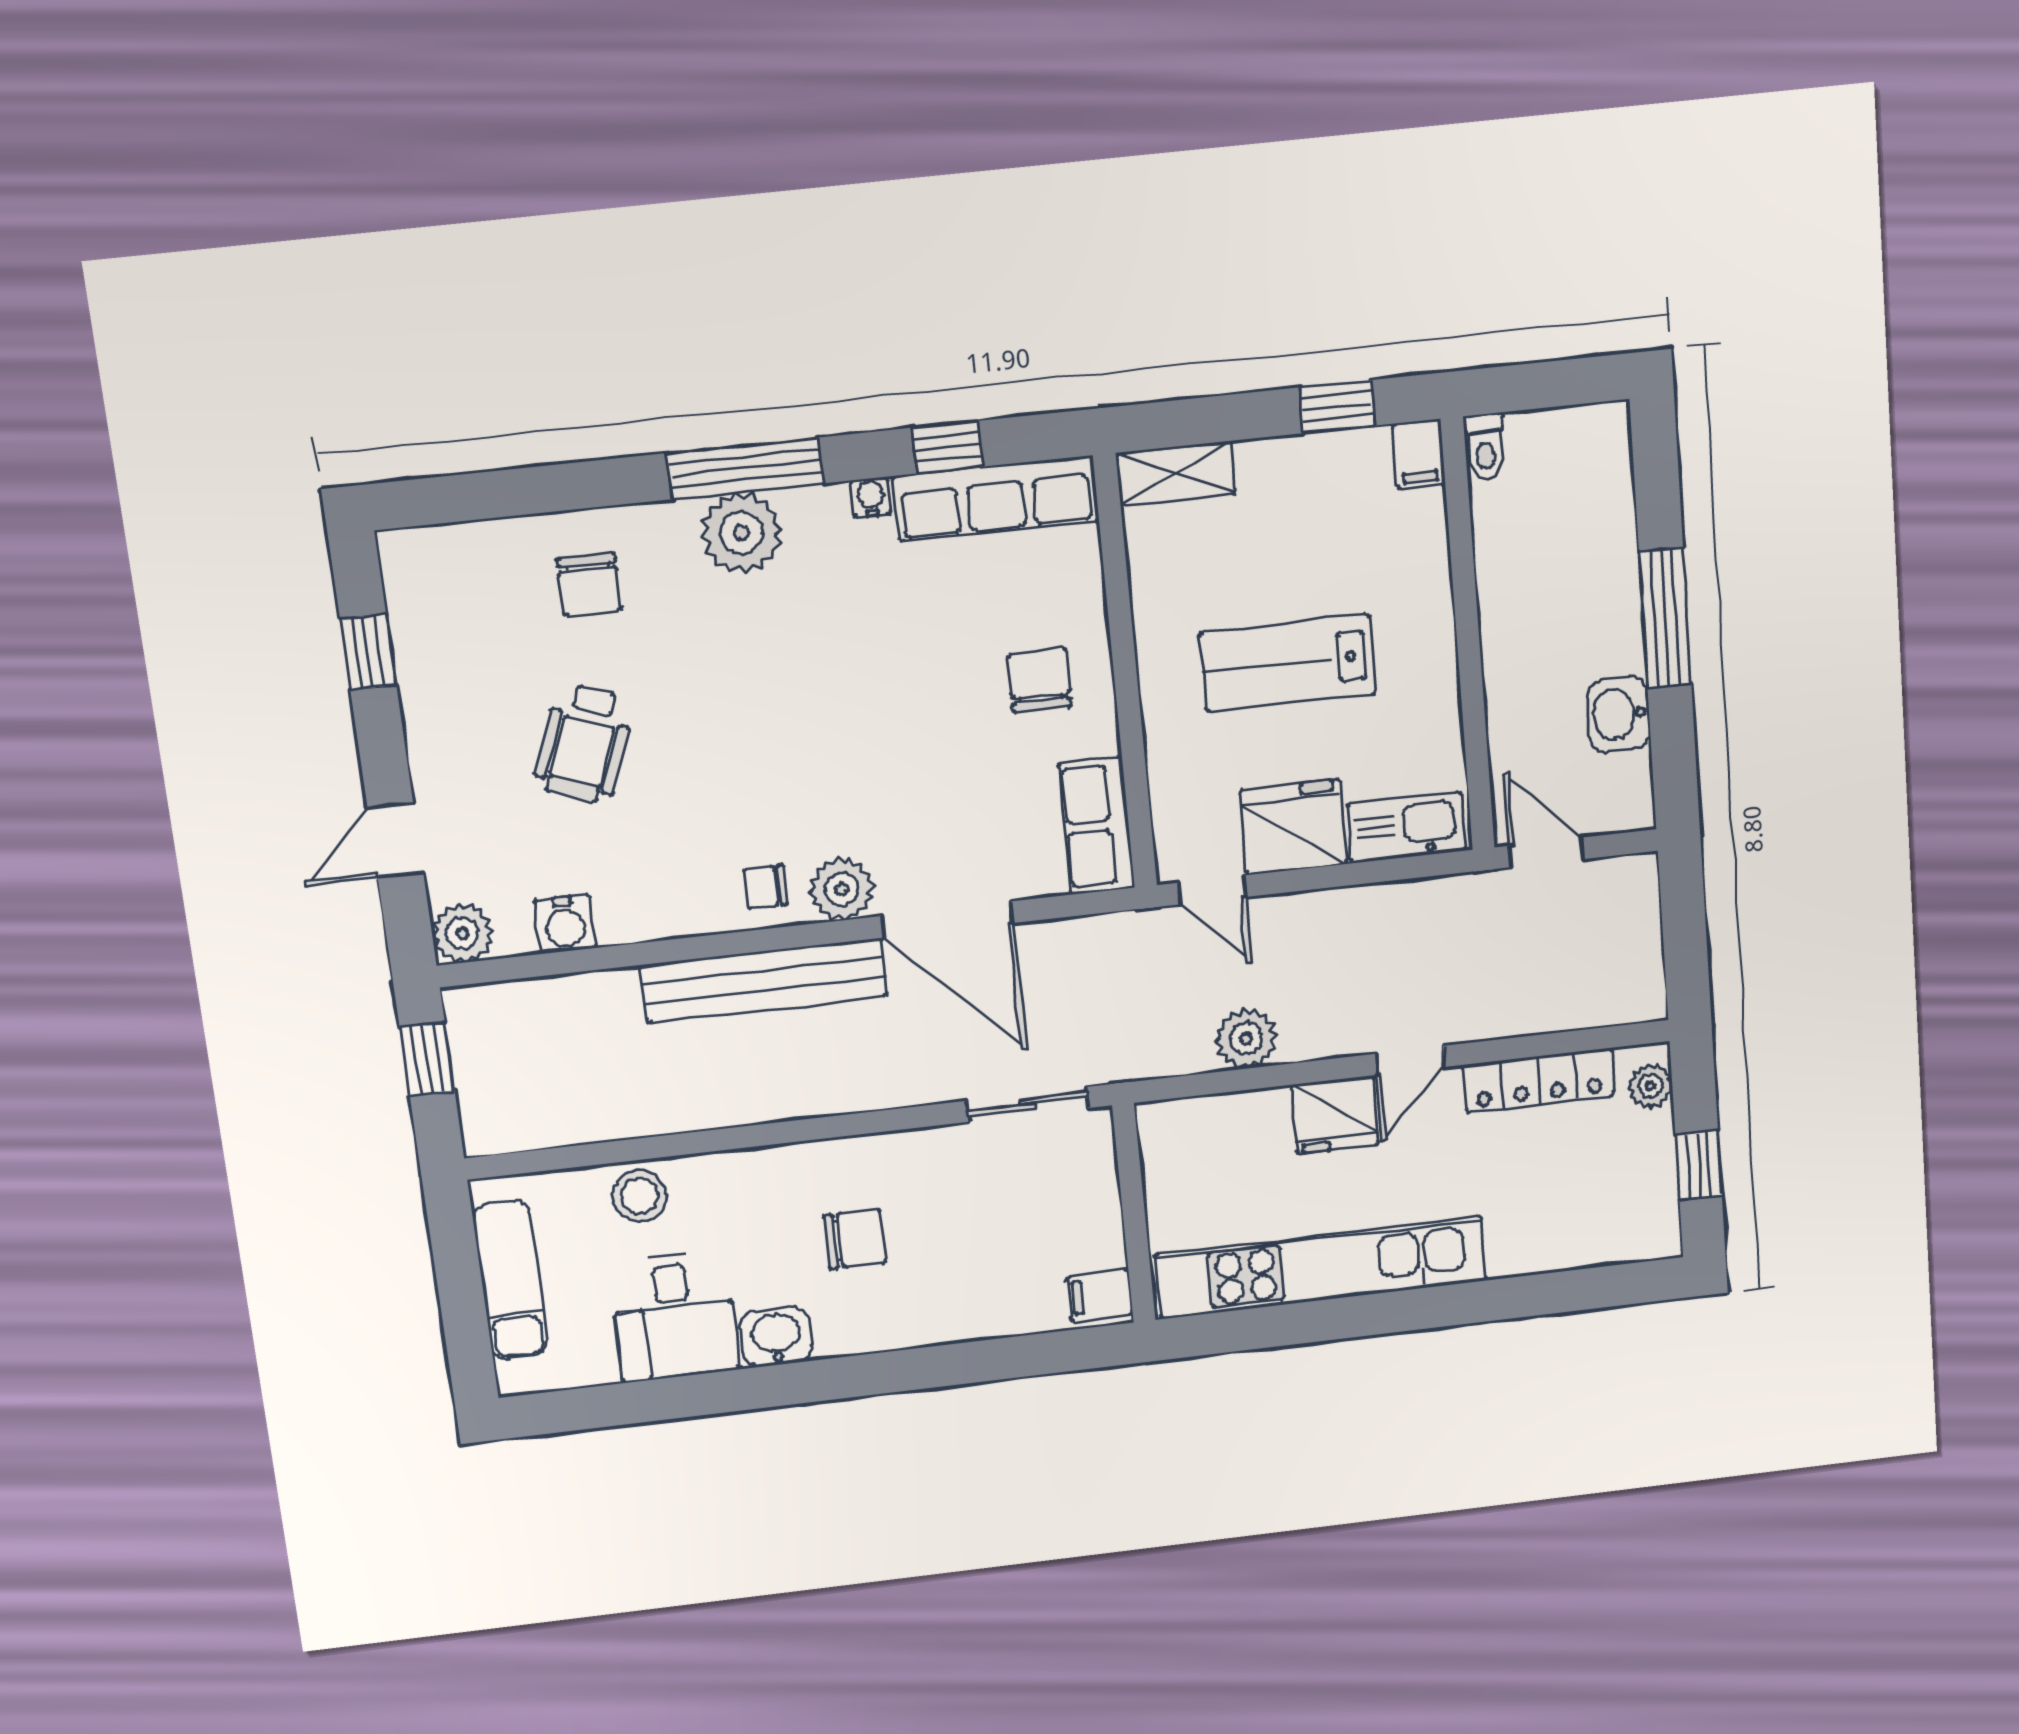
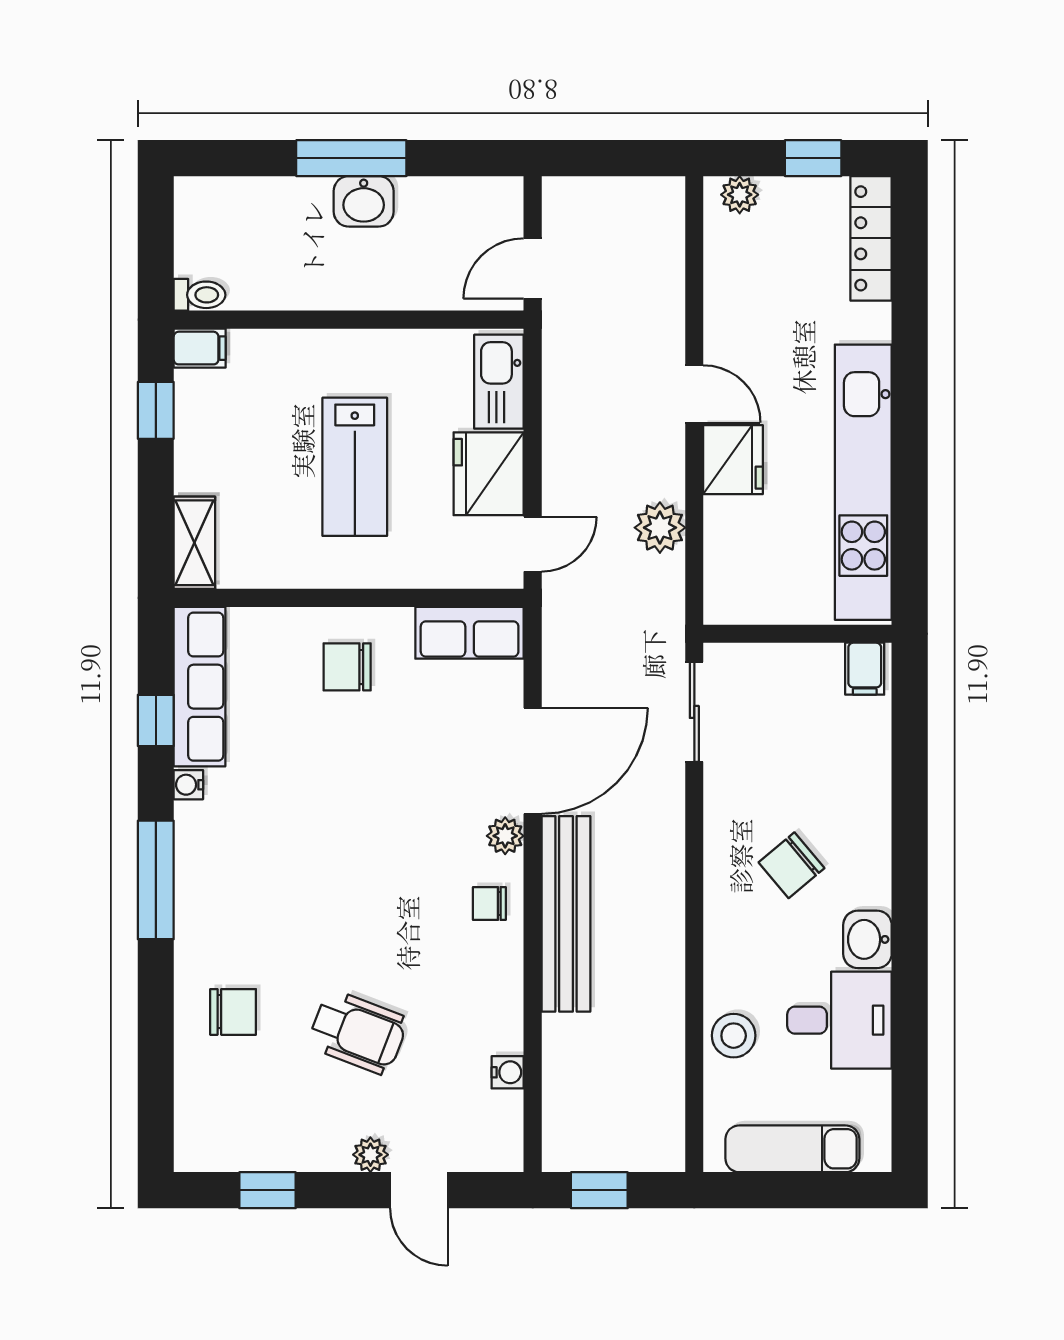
plant: (741, 533) -> (205, 889), removed
washbasin: (1618, 714) -> (364, 201), moved
chair: (765, 887) -> (489, 904), turned 90
plant: (842, 889) -> (505, 836), width x0.73, depth x0.73
water cooler: (565, 924) -> (508, 1072), width x0.72, depth x0.72
plant: (462, 933) -> (370, 1155), moved, width x0.73, depth x0.73
locker: (1539, 1080) -> (871, 238), moved, turned 180
chair: (855, 1239) -> (791, 865), turned -130

